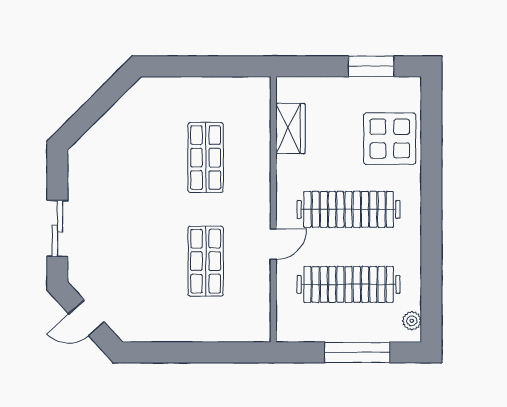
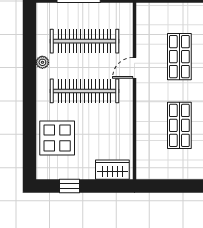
window: (371, 66) -> (70, 186), width x0.67
wardrobe: (290, 128) -> (112, 170), moved, turned 90
plant: (412, 321) -> (42, 62), moved

